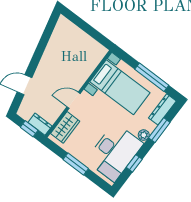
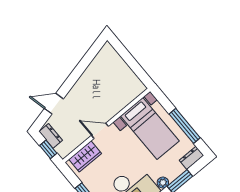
dresser: (162, 109) -> (191, 158), width x0.70
dresser: (40, 124) -> (51, 136), moved

